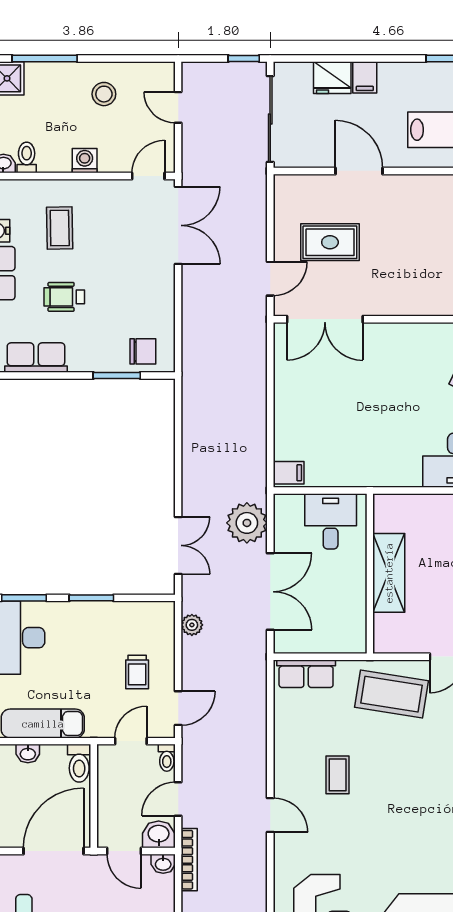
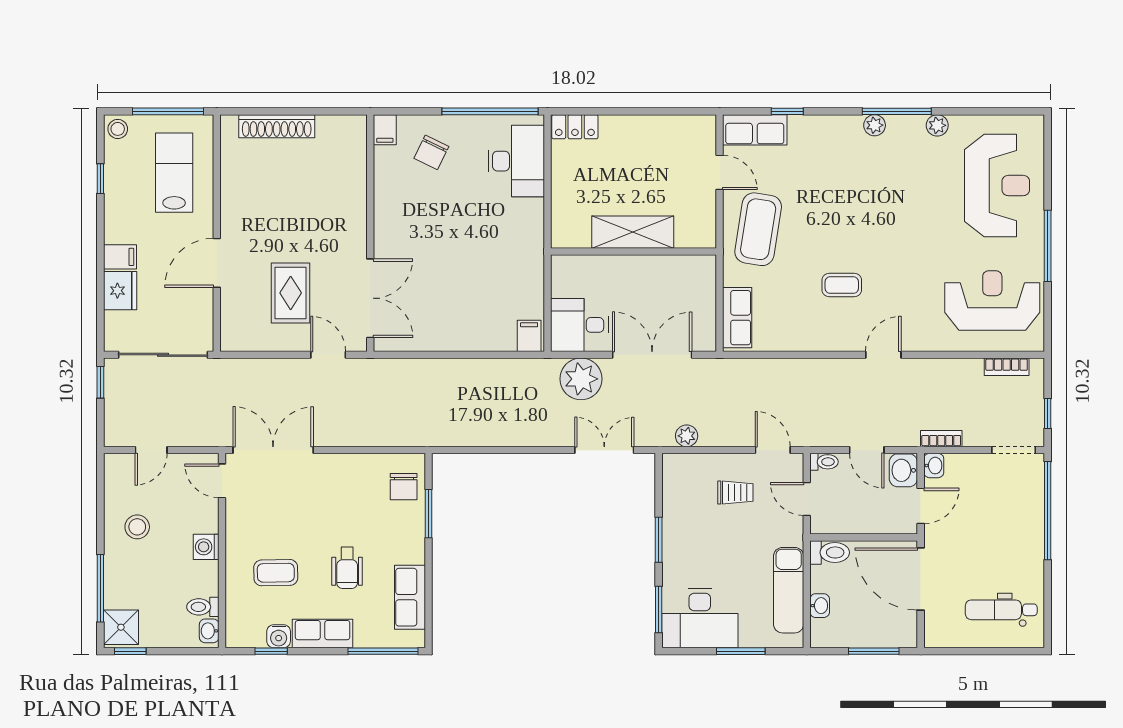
chair: (143, 351) -> (404, 487), turned 180
desk: (331, 521) -> (579, 325), moved
bookcase: (189, 860) -> (941, 439), width x0.64

